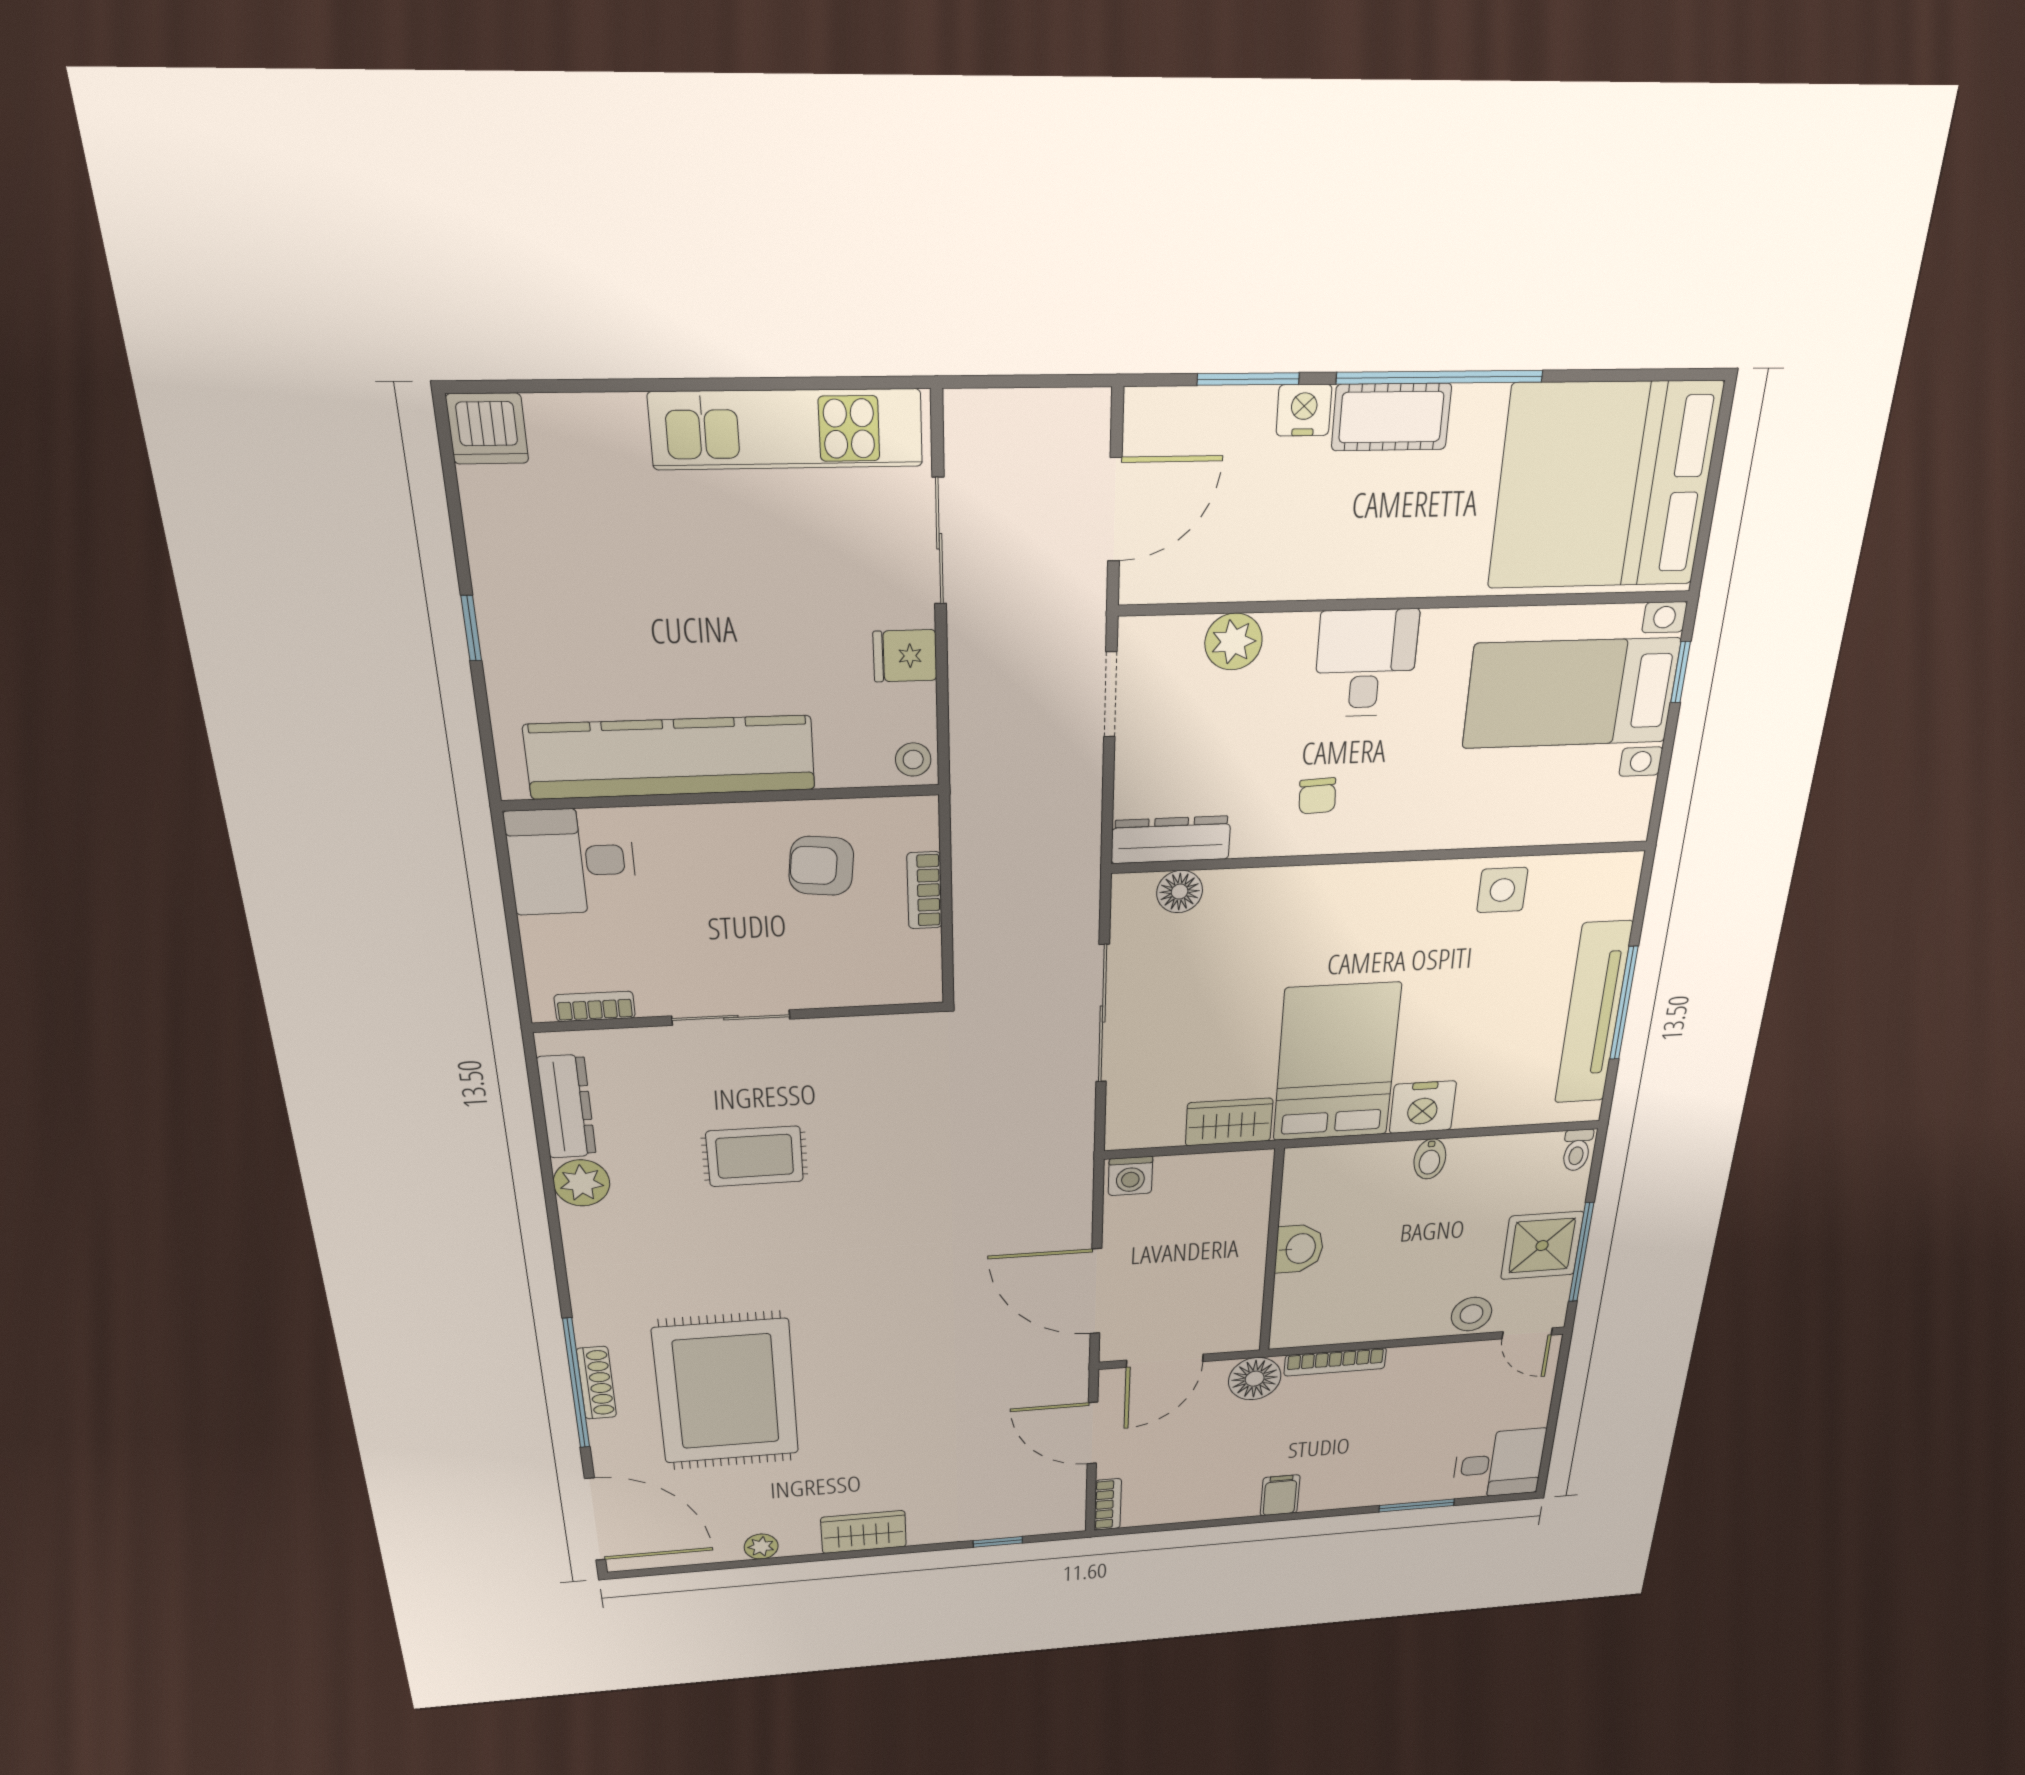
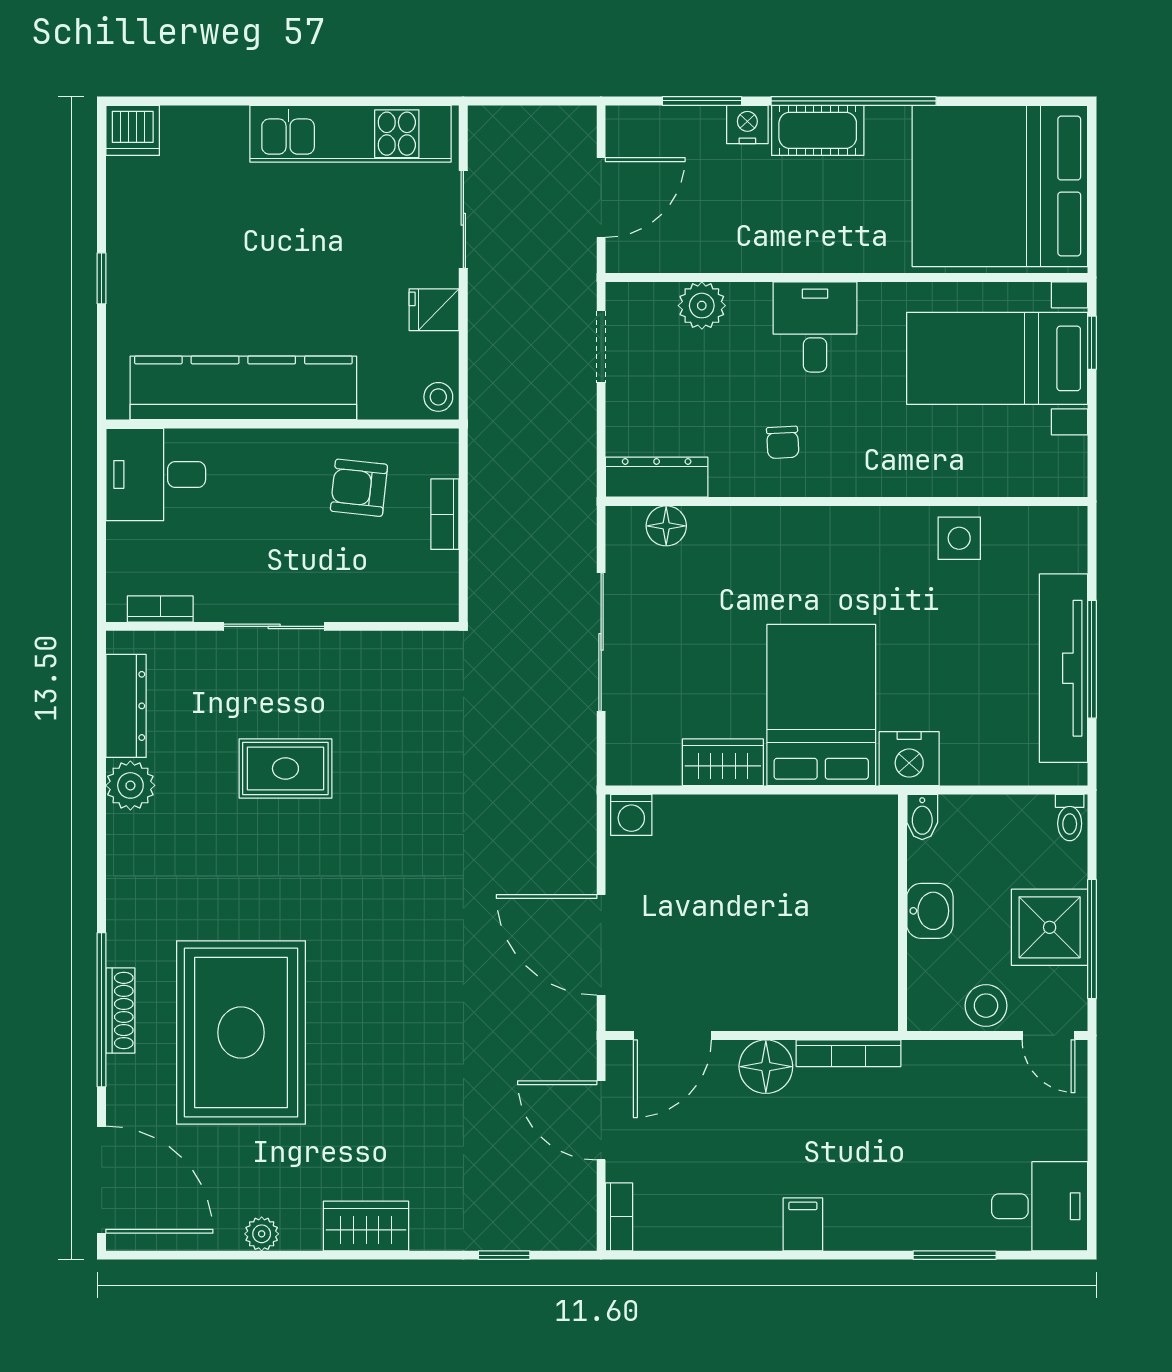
washbasin: (1299, 1249) -> (930, 911), moved
wall: (1272, 1252) -> (903, 913), moved

